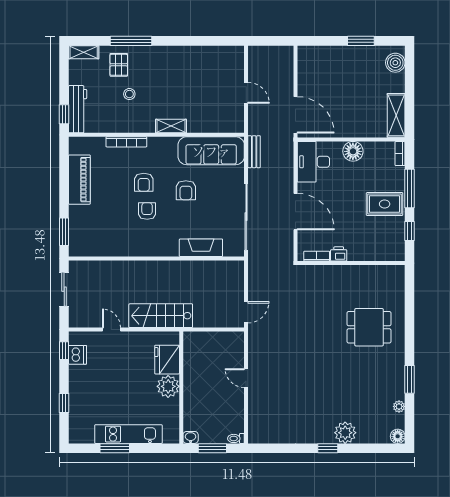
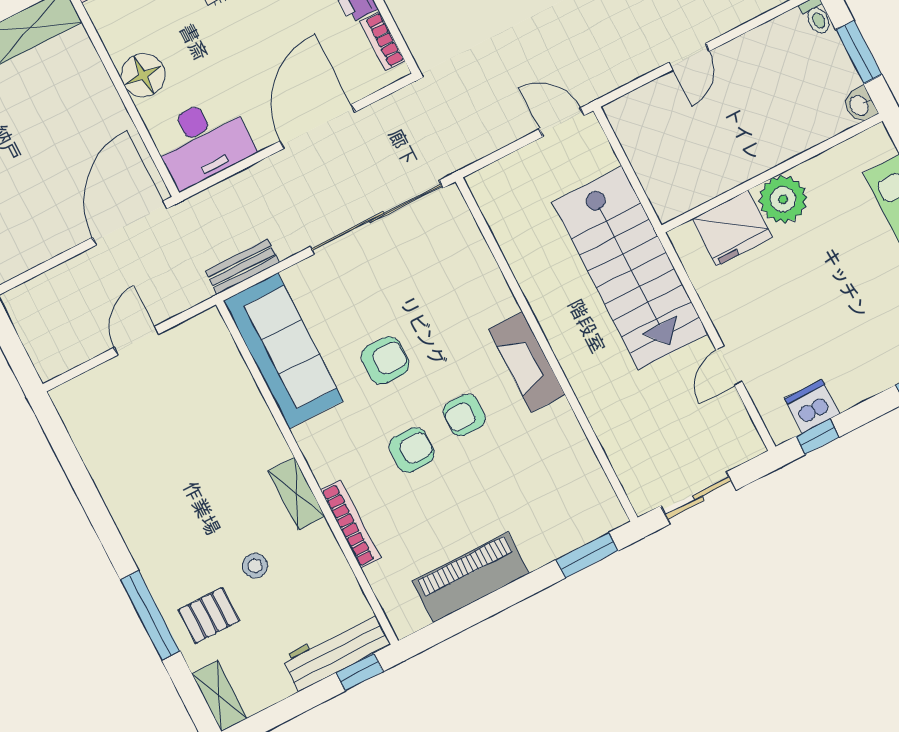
shelving: (171, 126) -> (296, 494), moved
fireplace: (201, 248) -> (527, 362), moved
stairs: (161, 316) -> (630, 268), width x1.36, depth x1.51

